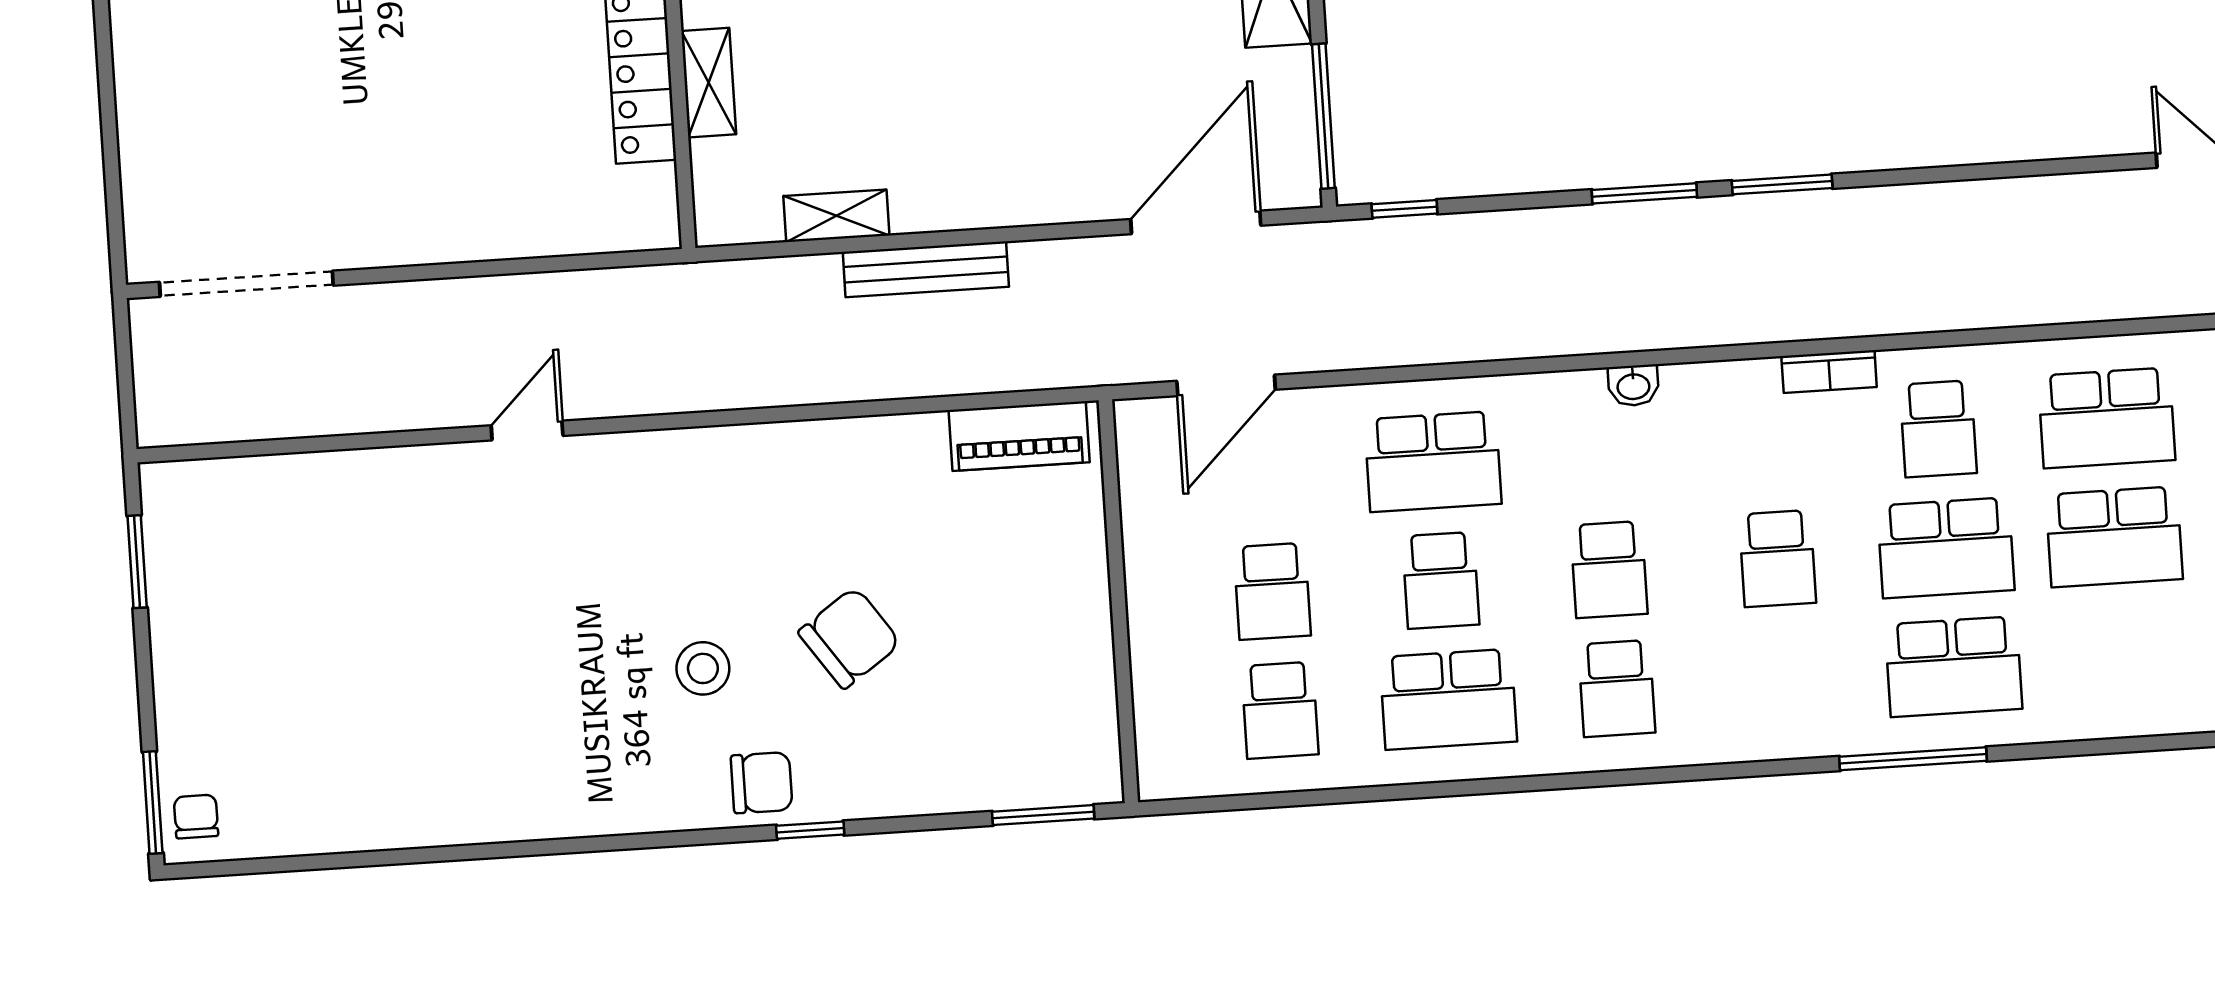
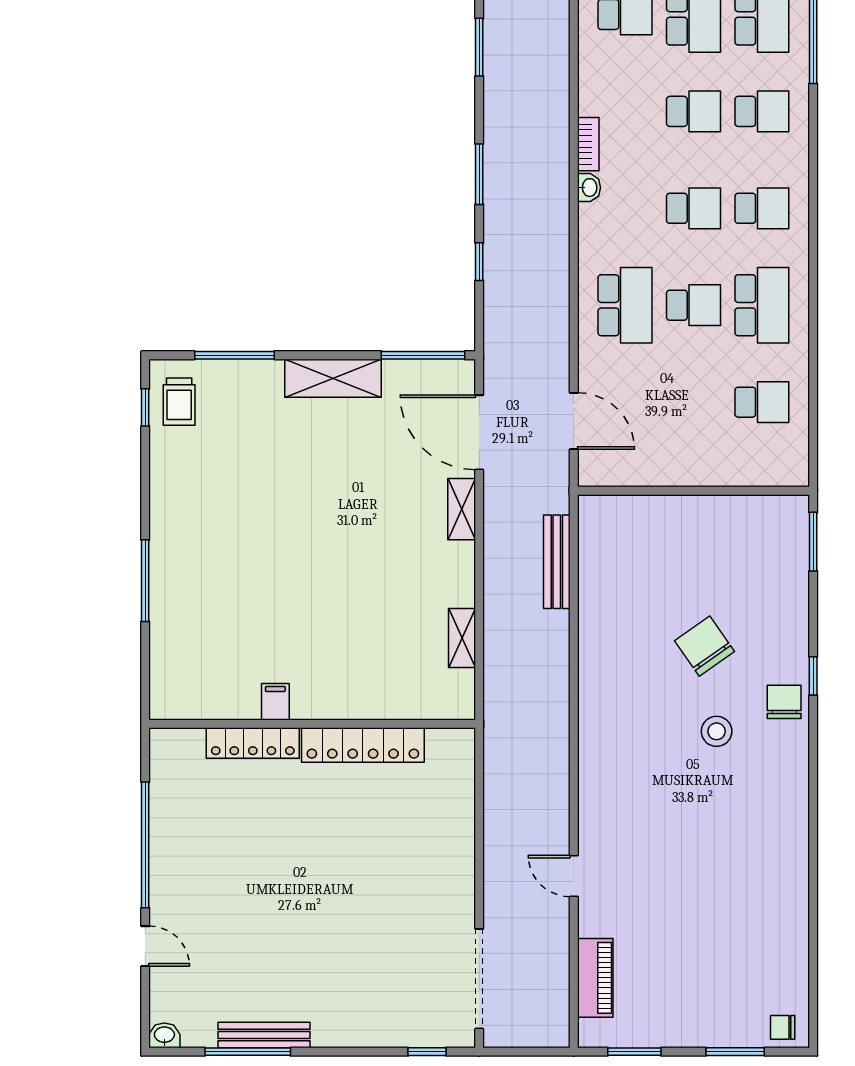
shelving: (709, 83) -> (462, 509), moved, turned 90
window: (1782, 184) -> (479, 47), moved
window: (114, 201) -> (427, 1052), added
window: (1404, 209) -> (479, 262), moved
bench: (926, 269) -> (557, 562), moved
bookcase: (1829, 372) -> (588, 144), moved
door: (527, 431) -> (574, 876), moved
piano: (1019, 436) -> (595, 978), moved
school desk: (1272, 591) -> (762, 111), moved
window: (153, 803) -> (735, 1052), moved

